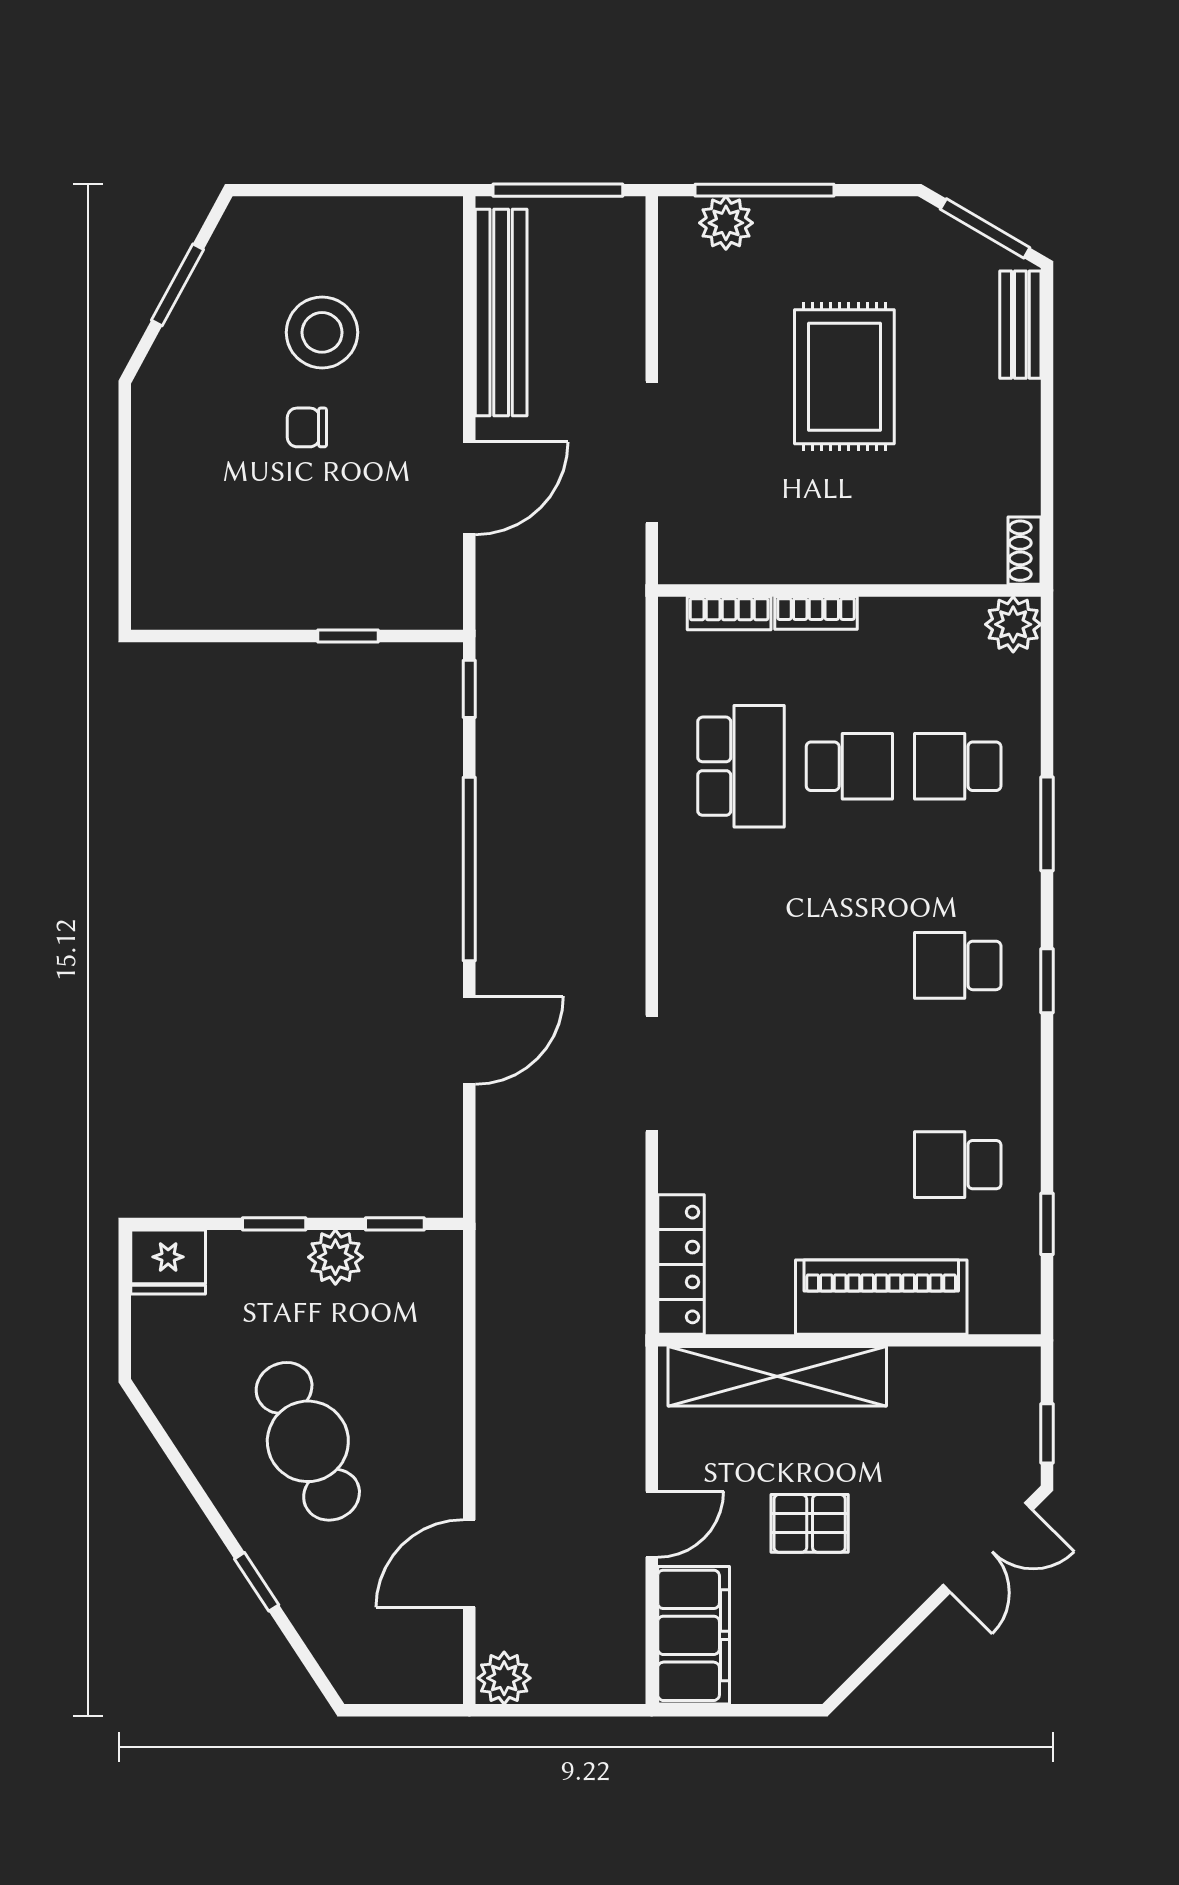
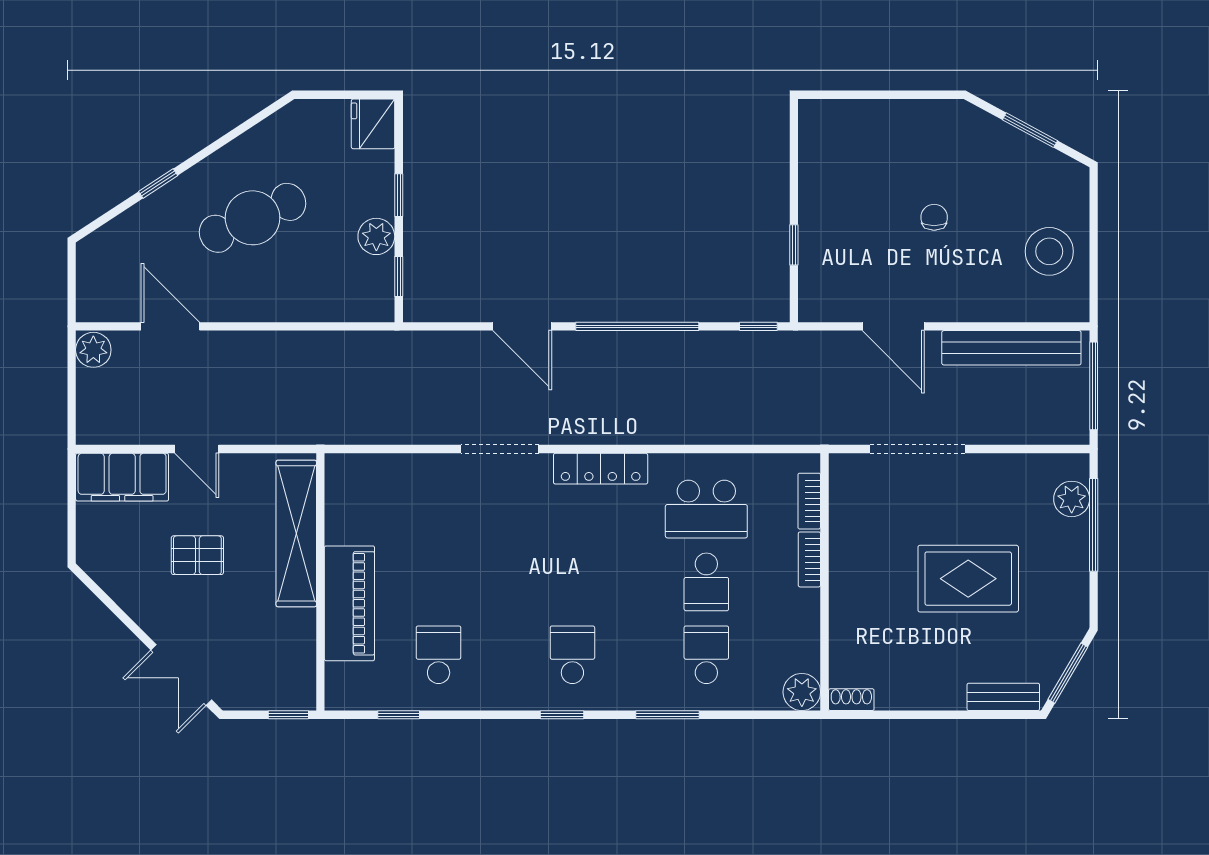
stool: (322, 332) -> (1049, 251), moved
locker: (681, 1264) -> (601, 469), moved
window: (1047, 1433) -> (288, 715), moved
pallet: (810, 1523) -> (197, 555), turned 90

